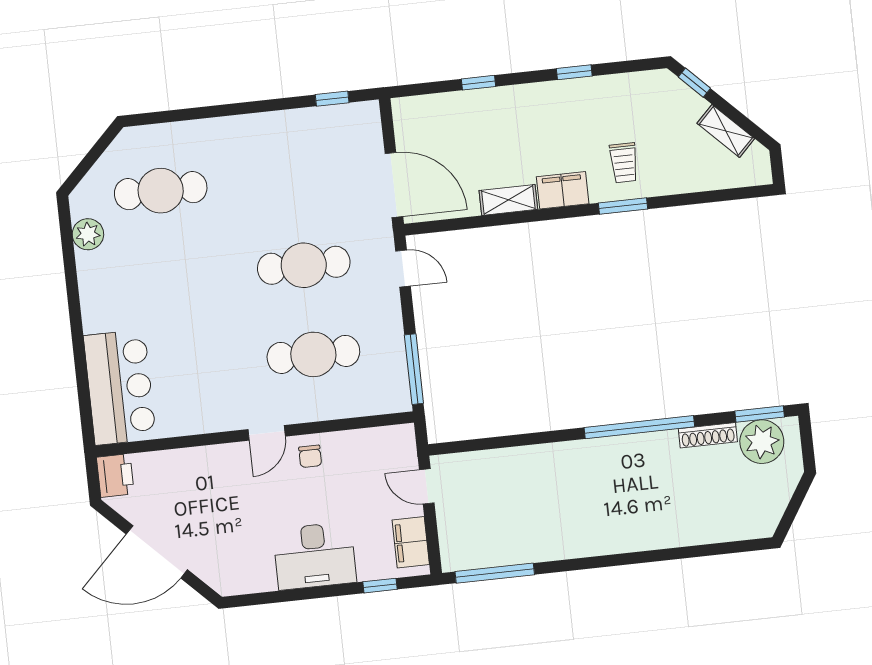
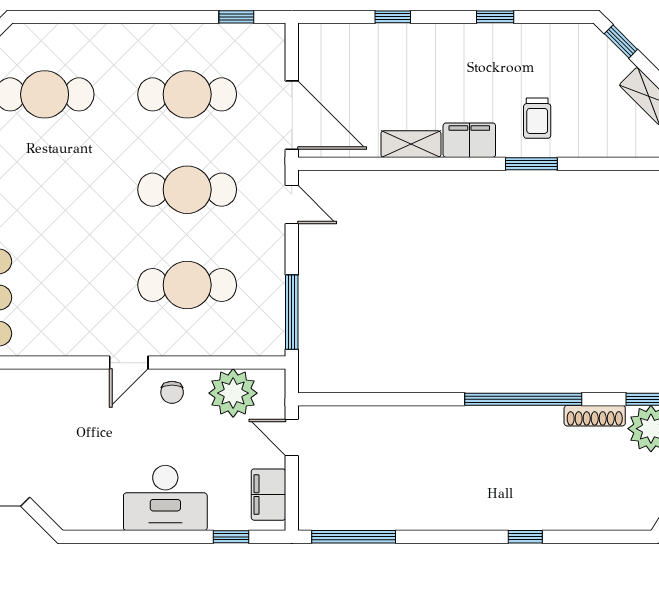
cafe table: (294, 176) -> (187, 94), added
plant: (367, 451) -> (233, 393), added
window: (655, 556) -> (525, 537), added

